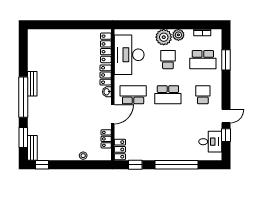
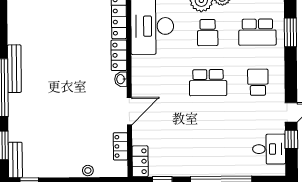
school desk: (168, 60) -> (208, 33), turned 180
bench: (32, 84) -> (14, 69), width x1.36
school desk: (133, 95) -> (158, 83), removed

